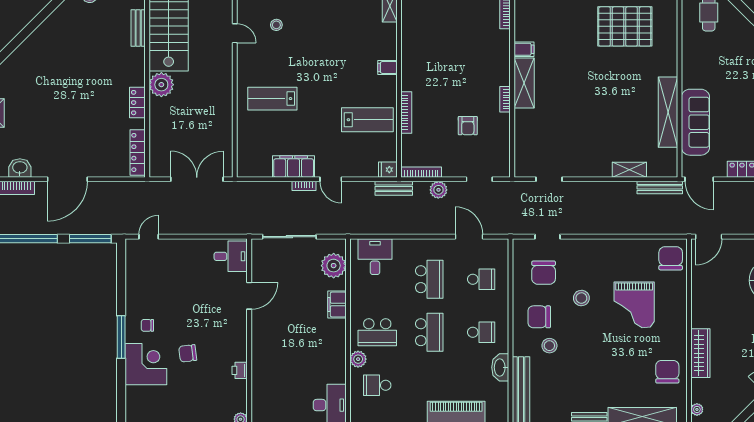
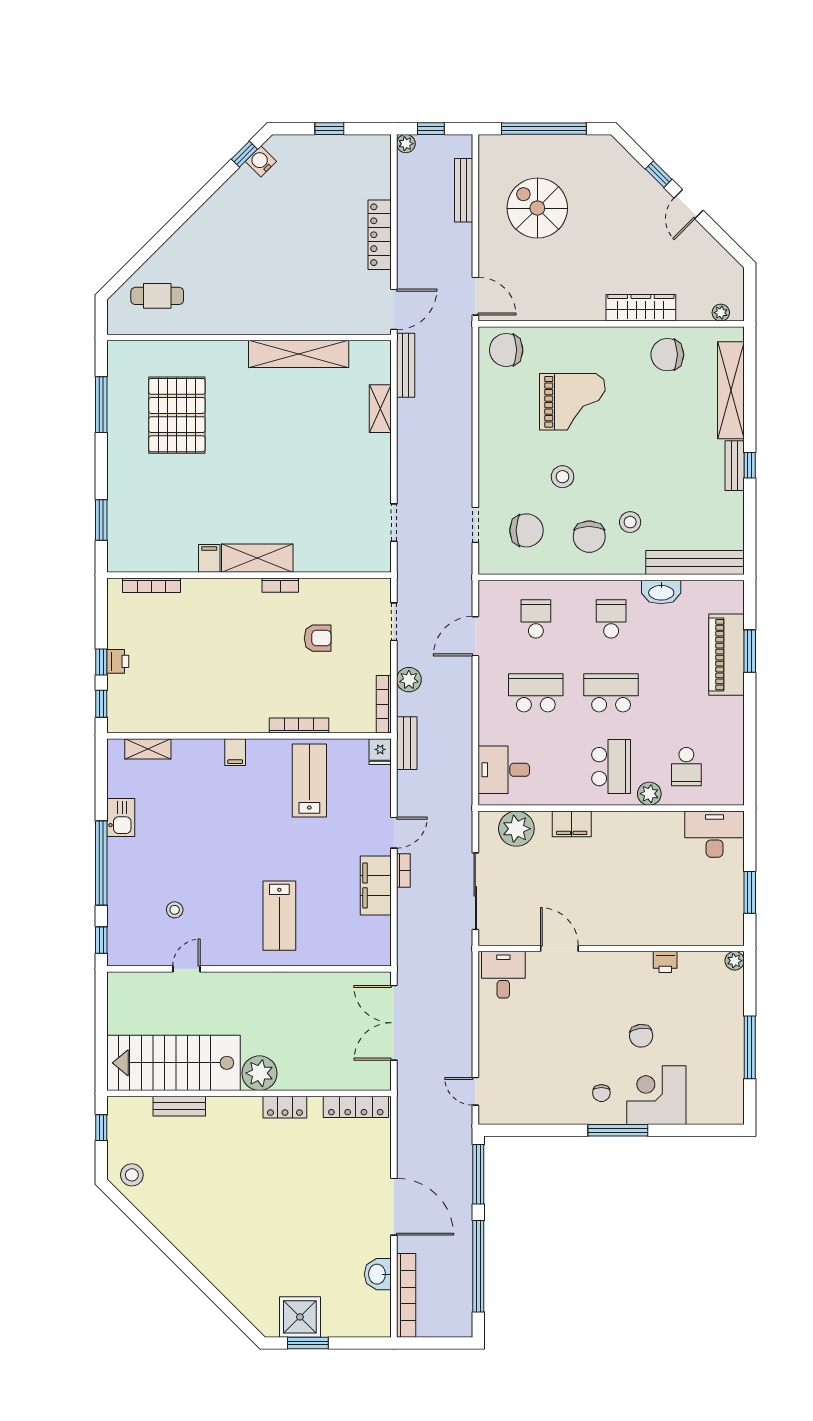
sofa: (695, 122) -> (313, 315), removed

